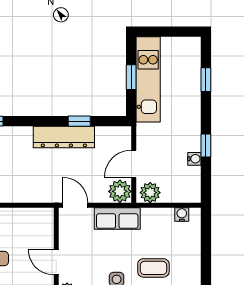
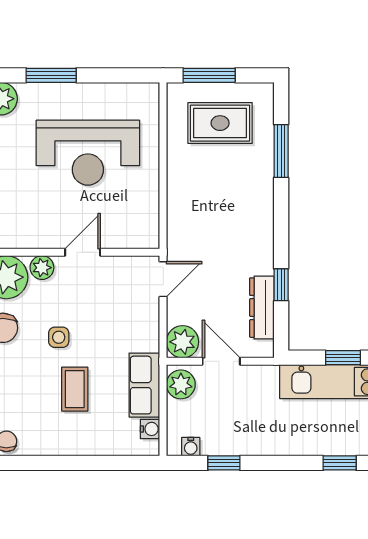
dresser: (64, 137) -> (262, 308), moved, width x0.73, depth x0.80
window: (206, 146) -> (224, 463), moved
water cooler: (194, 159) -> (191, 447), moved
row of seats: (117, 218) -> (144, 385), moved

